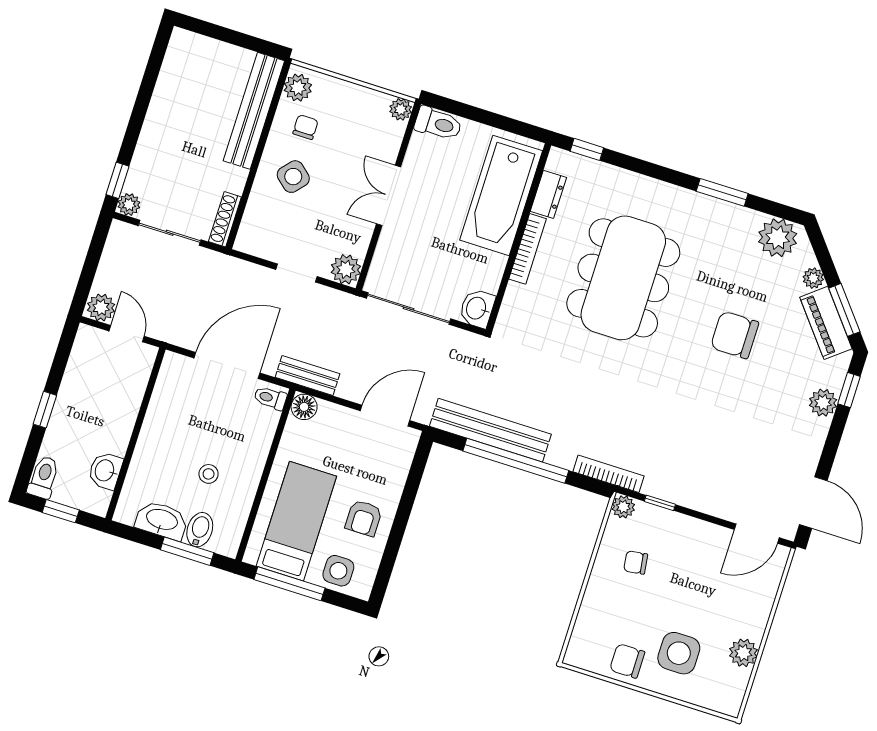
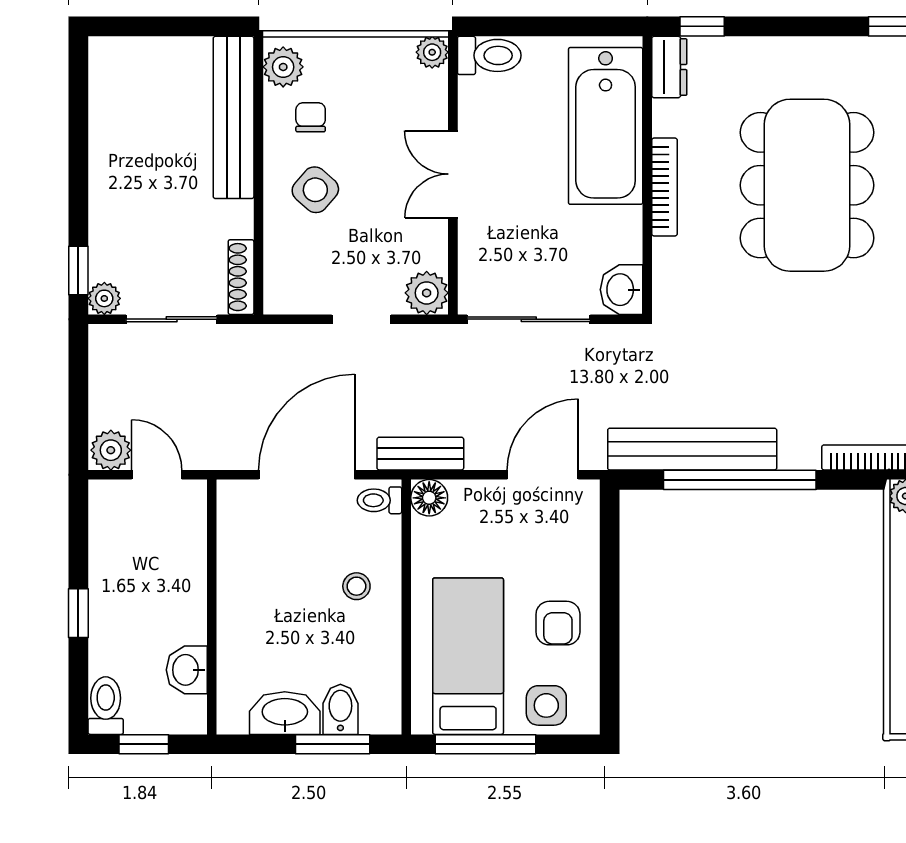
dresser: (548, 194) -> (669, 67), moved
stool: (209, 474) -> (356, 586), moved

